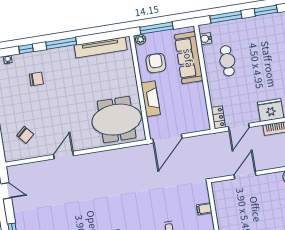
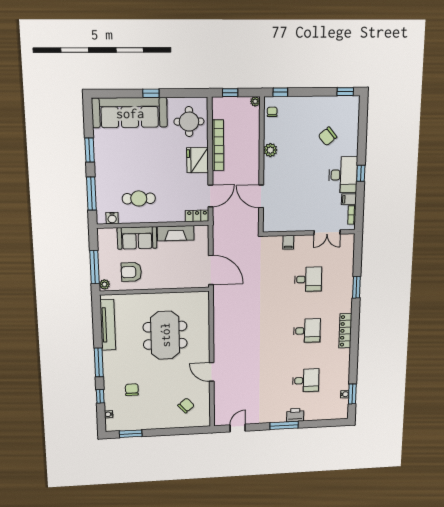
sofa: (189, 58) -> (137, 238), width x0.73
fireplace: (151, 99) -> (176, 233), moved, turned 180
meeting table: (117, 120) -> (165, 335), moved
door: (239, 127) -> (210, 196), hinge flipped

